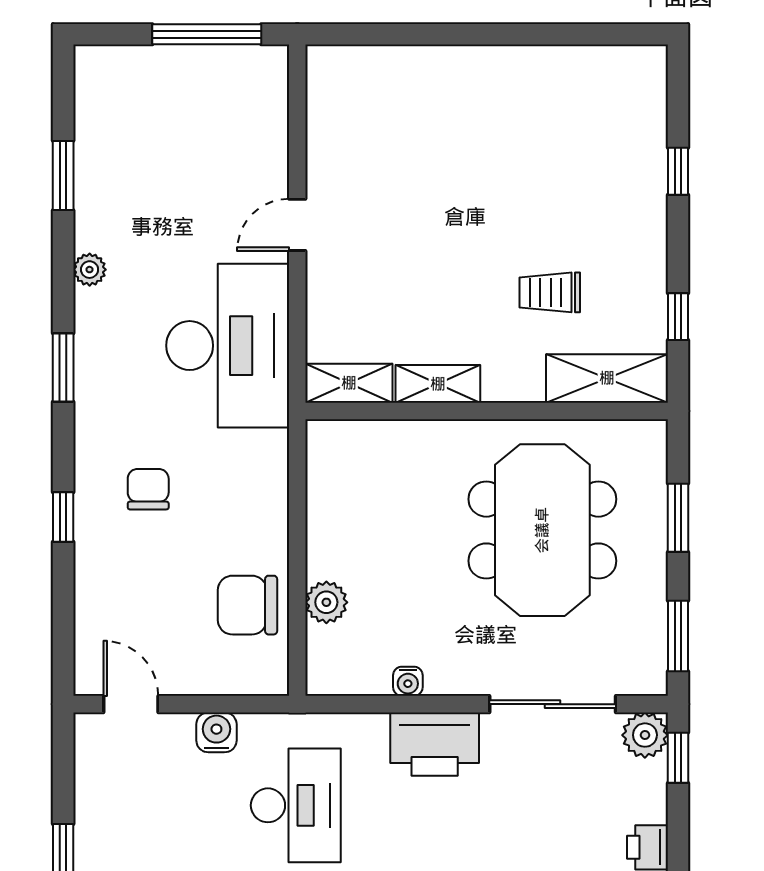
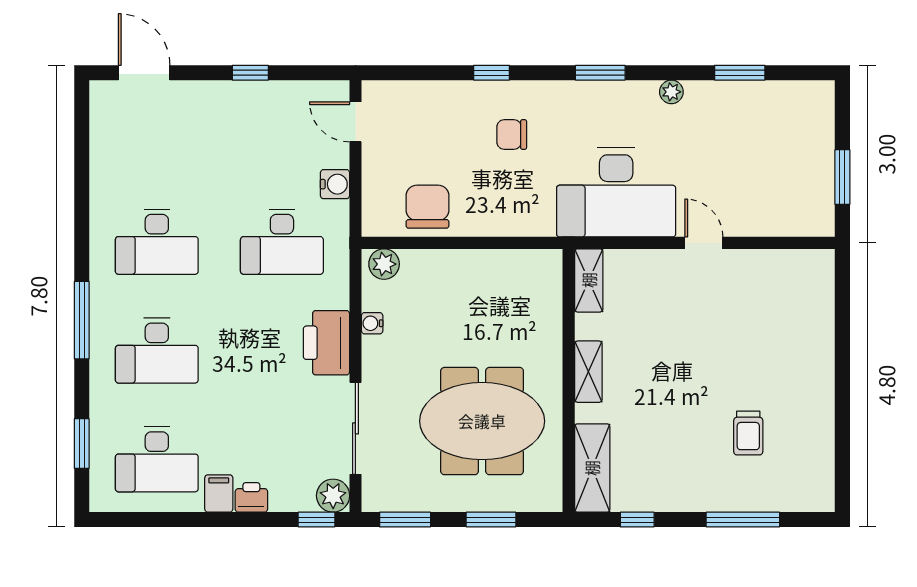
window: (207, 34) -> (842, 177), width x0.69
window: (678, 171) -> (743, 520), width x2.17
trolley: (550, 292) -> (748, 433), moved, turned 180
shelving: (438, 384) -> (588, 372), moved
chair: (148, 489) -> (512, 134), turned 180
plant: (326, 602) -> (384, 264), moved
door: (131, 704) -> (355, 122), swing flipped

